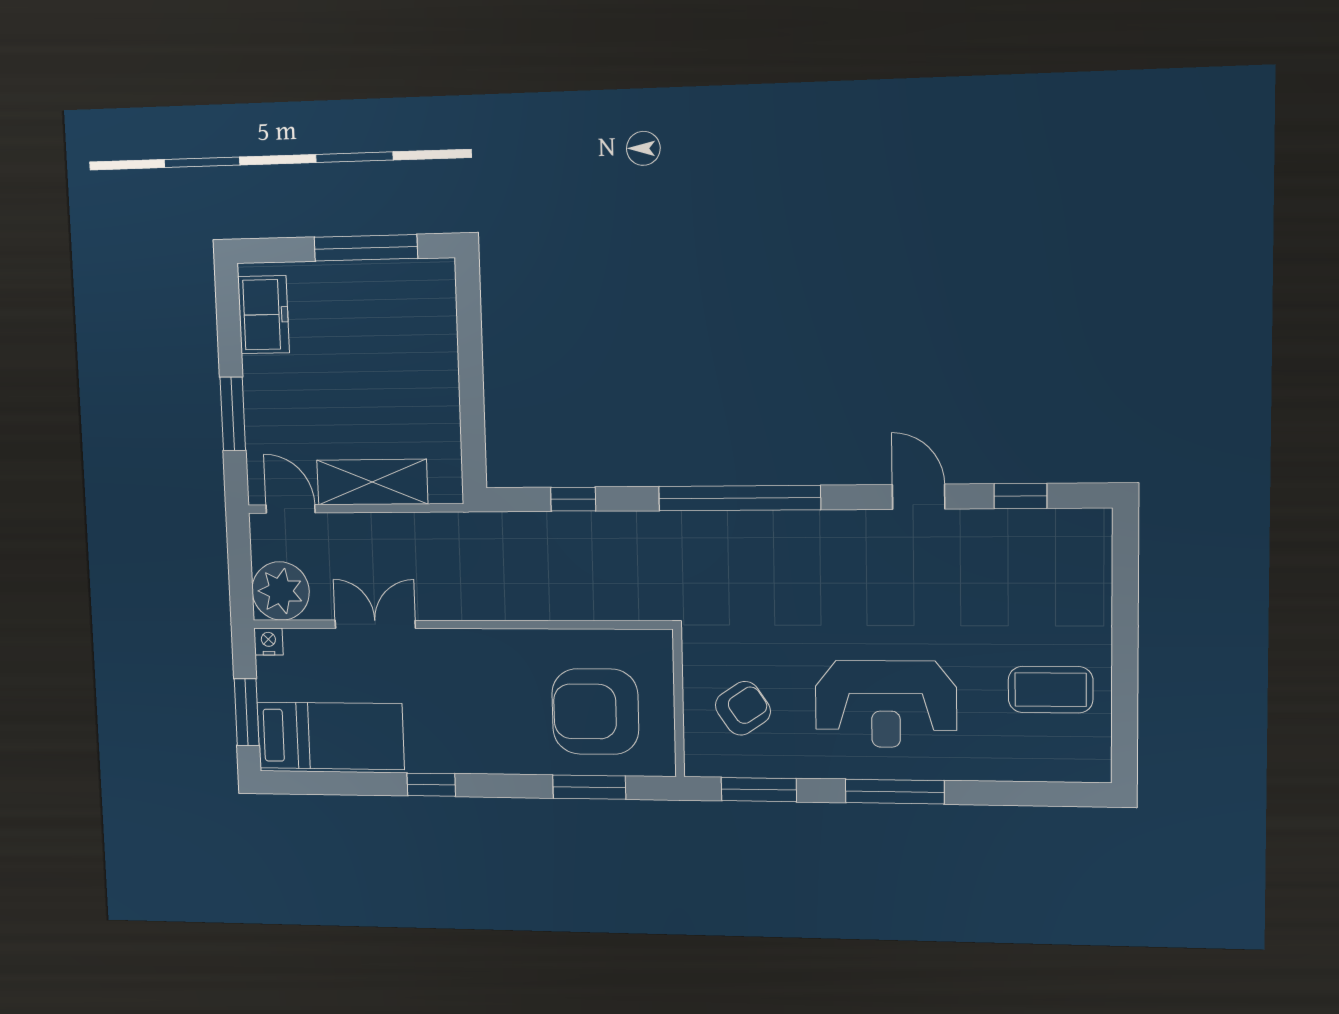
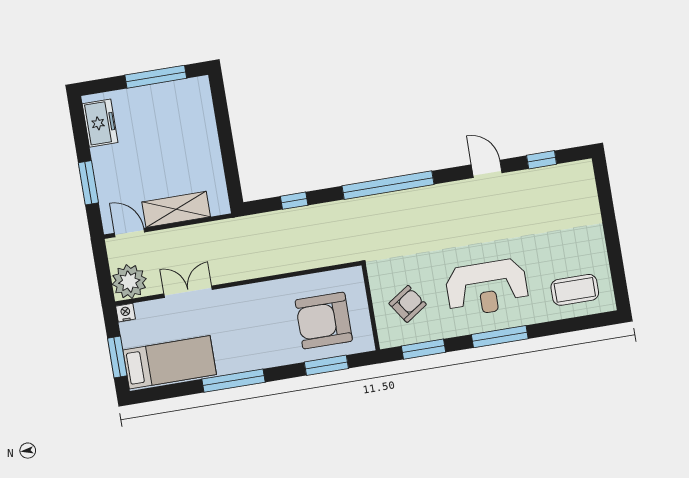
coffee table: (1051, 690) -> (575, 290), moved
window: (431, 785) -> (233, 381), width x2.17

